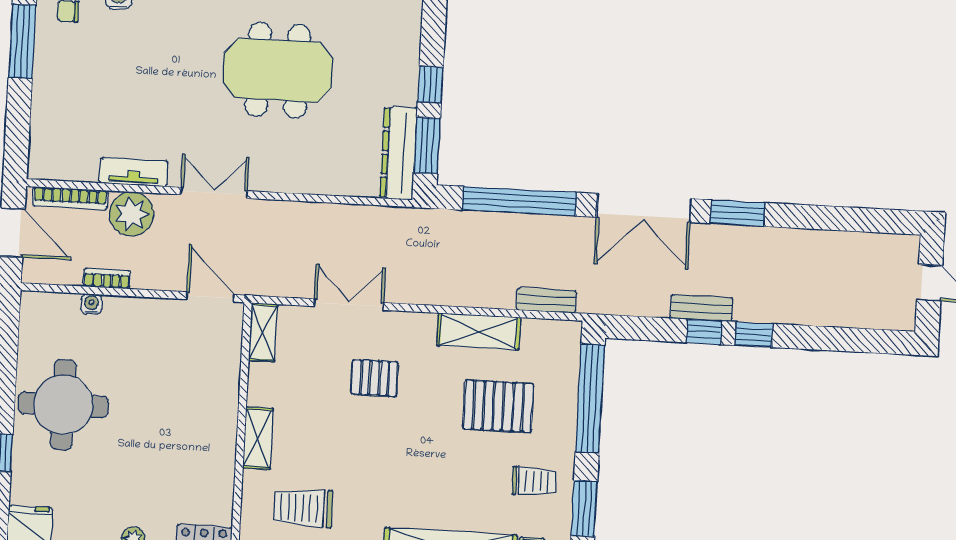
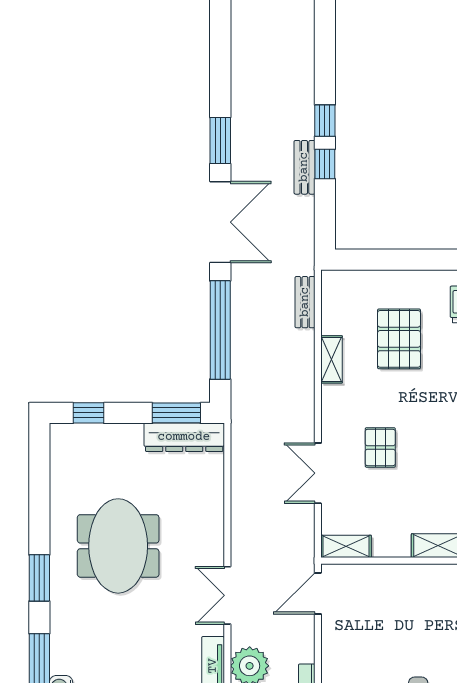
window: (430, 85) -> (88, 413), moved
shelving: (479, 331) -> (331, 359), width x0.67, depth x0.75
window: (590, 398) -> (388, 260), removed

